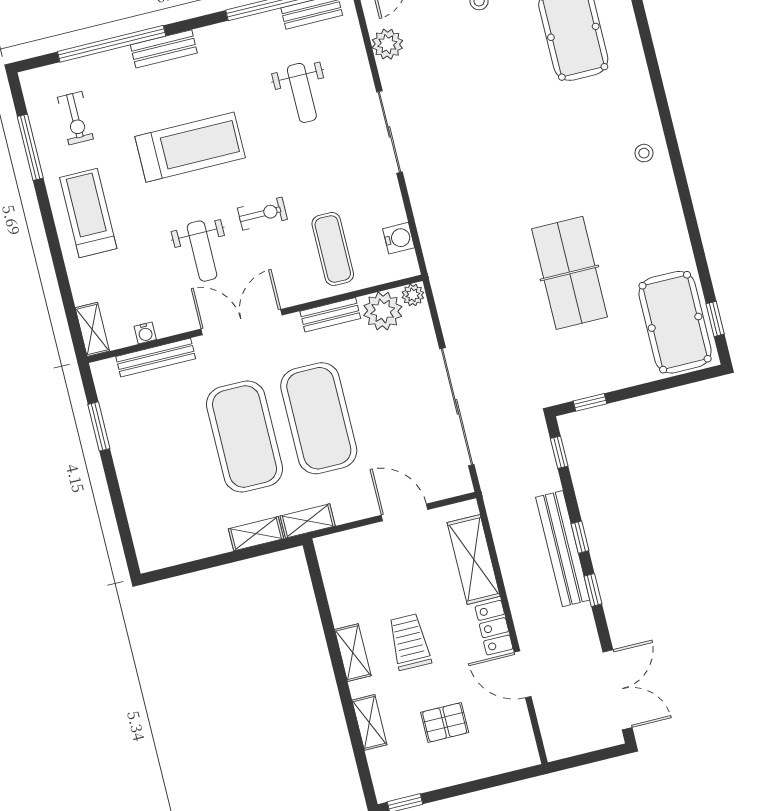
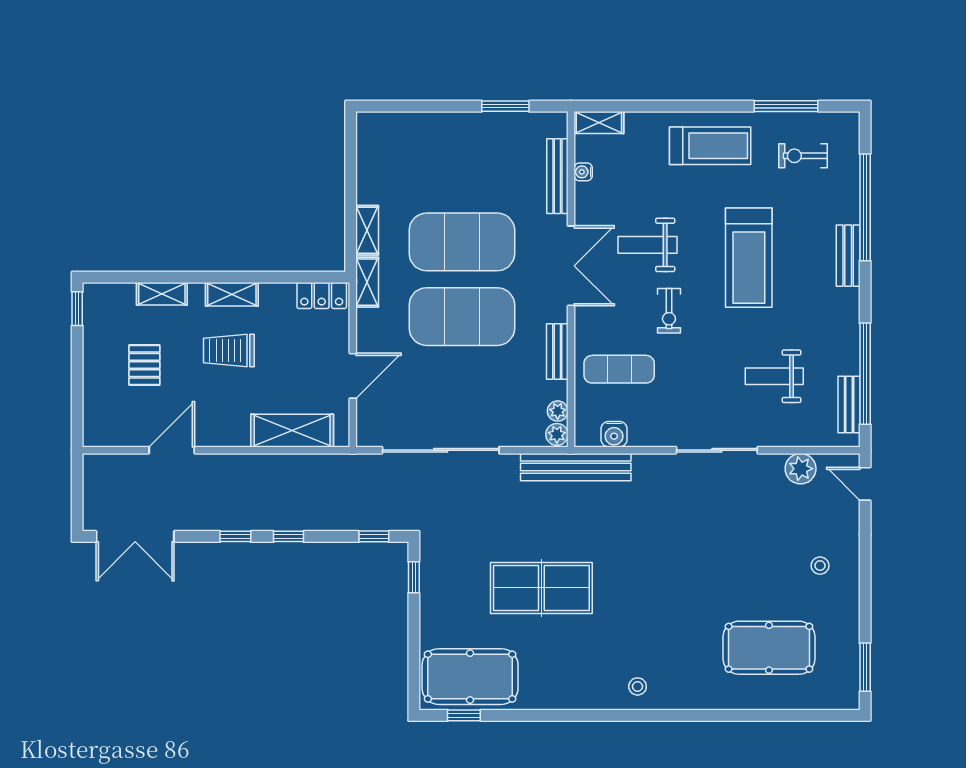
plant: (383, 311) -> (558, 411), width x0.53, depth x0.53
bench: (563, 549) -> (576, 467), moved
locker: (494, 628) -> (322, 296), moved, turned 180
trolley: (409, 642) -> (229, 350), turned 180

